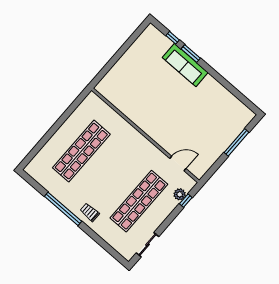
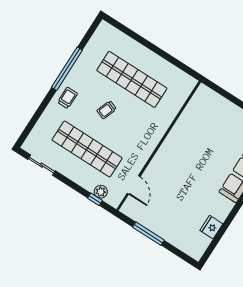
fridge: (227, 98) -> (211, 227), added
window: (236, 142) -> (148, 234), moved
trolley: (106, 178) -> (107, 110), added

